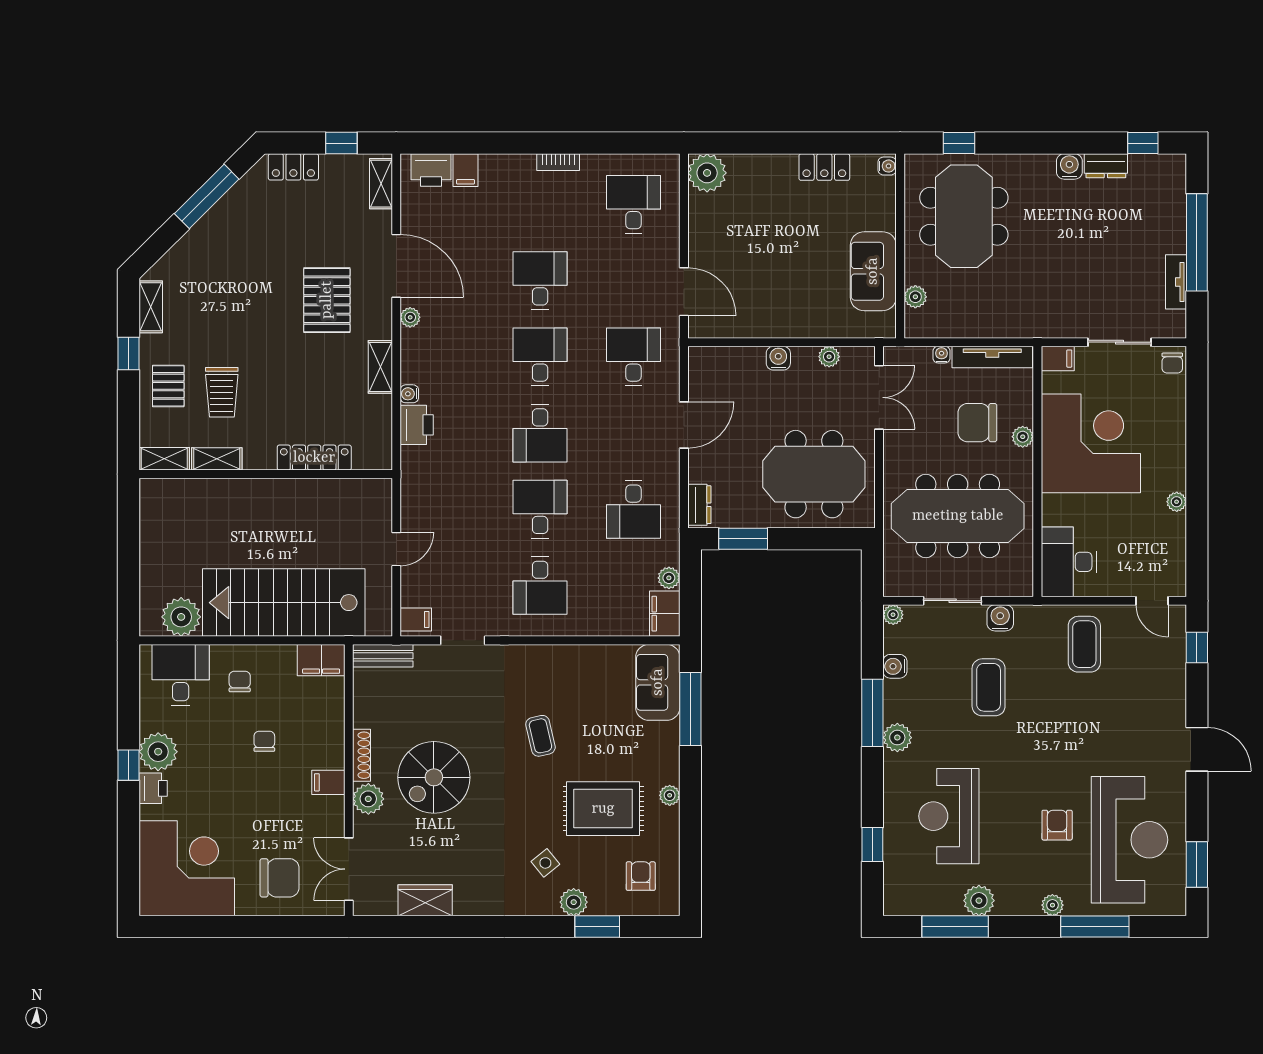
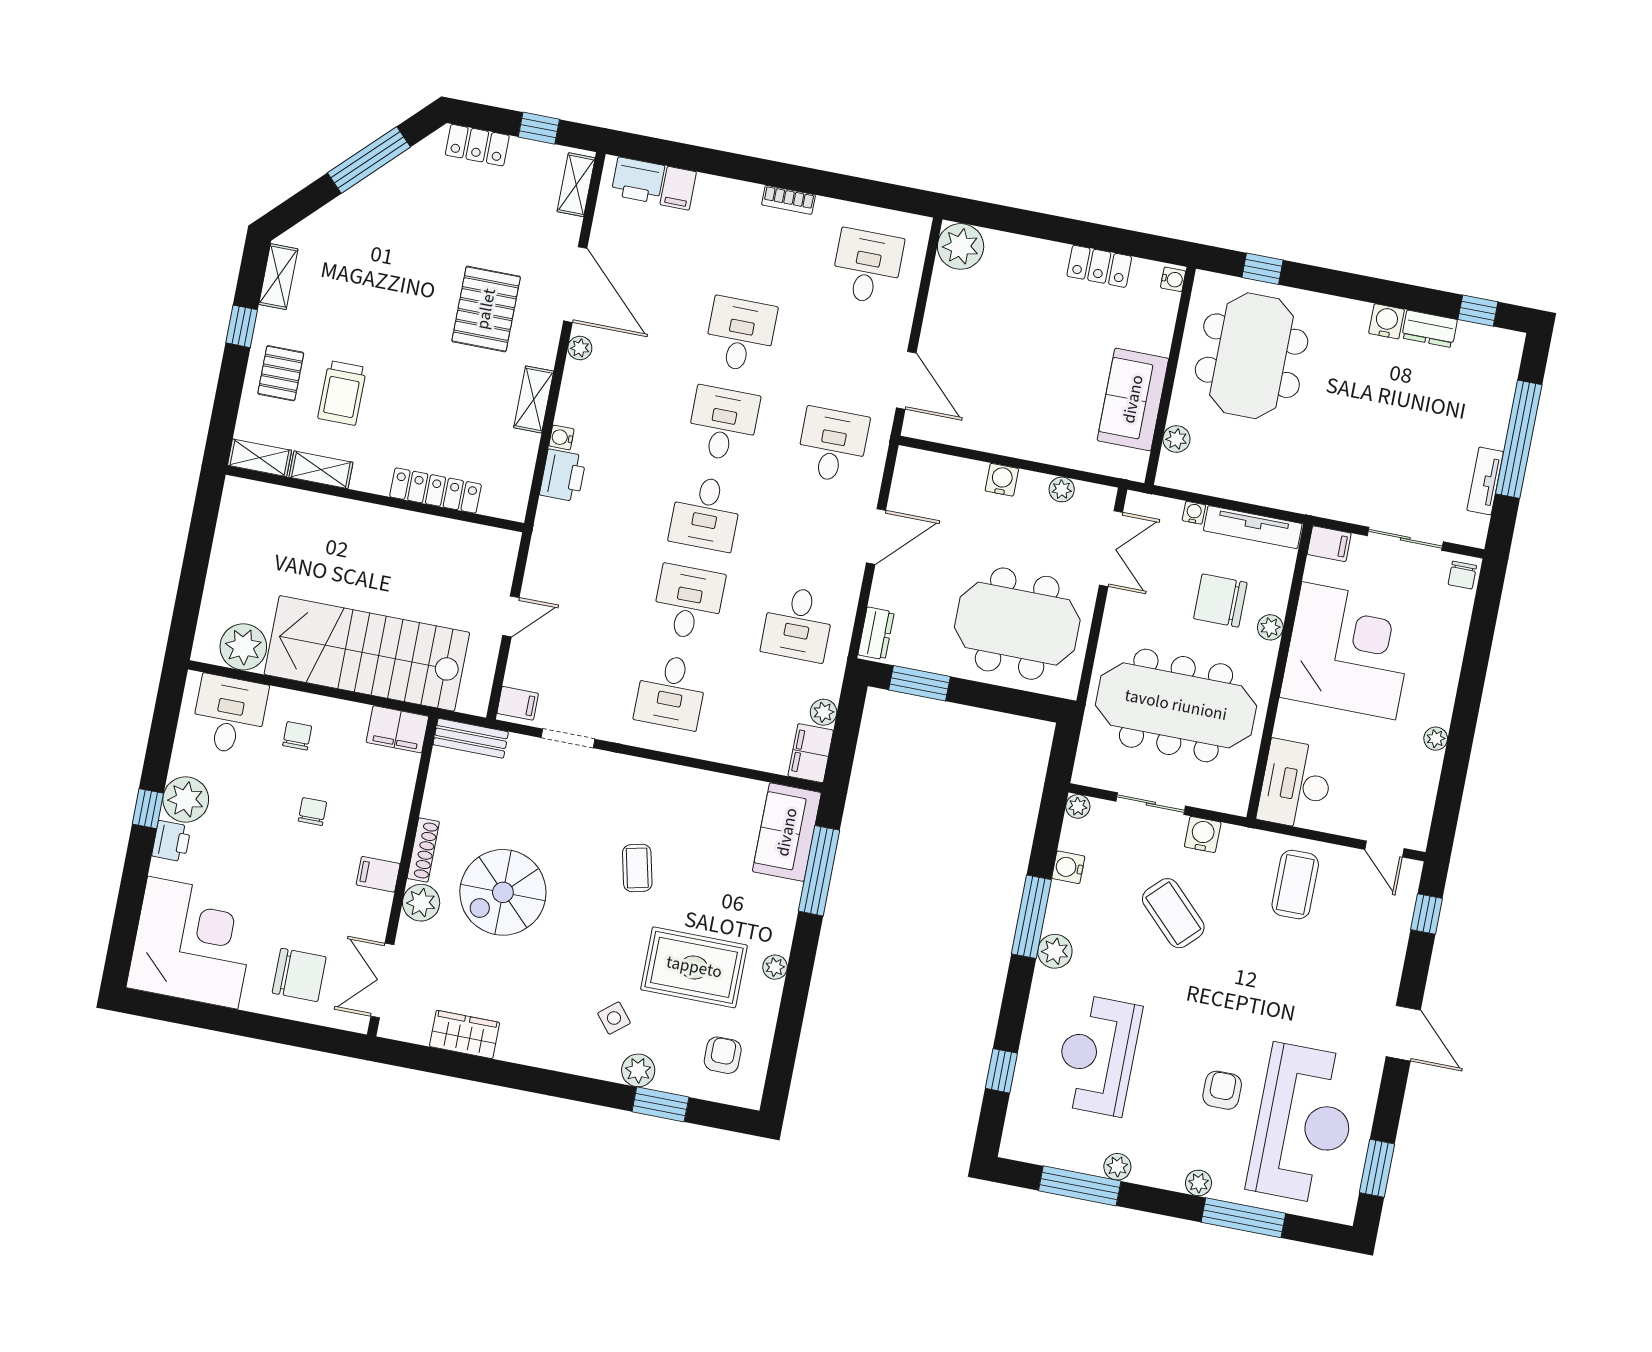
coffee table: (989, 687) -> (1173, 913), turned -45
plant: (979, 901) -> (1117, 1167), width x0.73, depth x0.73

